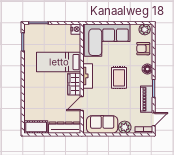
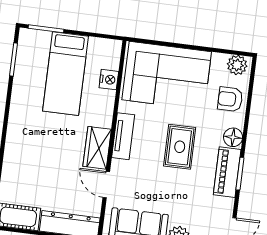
nightstand: (76, 29) -> (109, 80), moved
bed: (59, 62) -> (66, 74), moved, turned -90
piano: (147, 99) -> (227, 172), moved
door: (82, 103) -> (106, 185), hinge flipped

